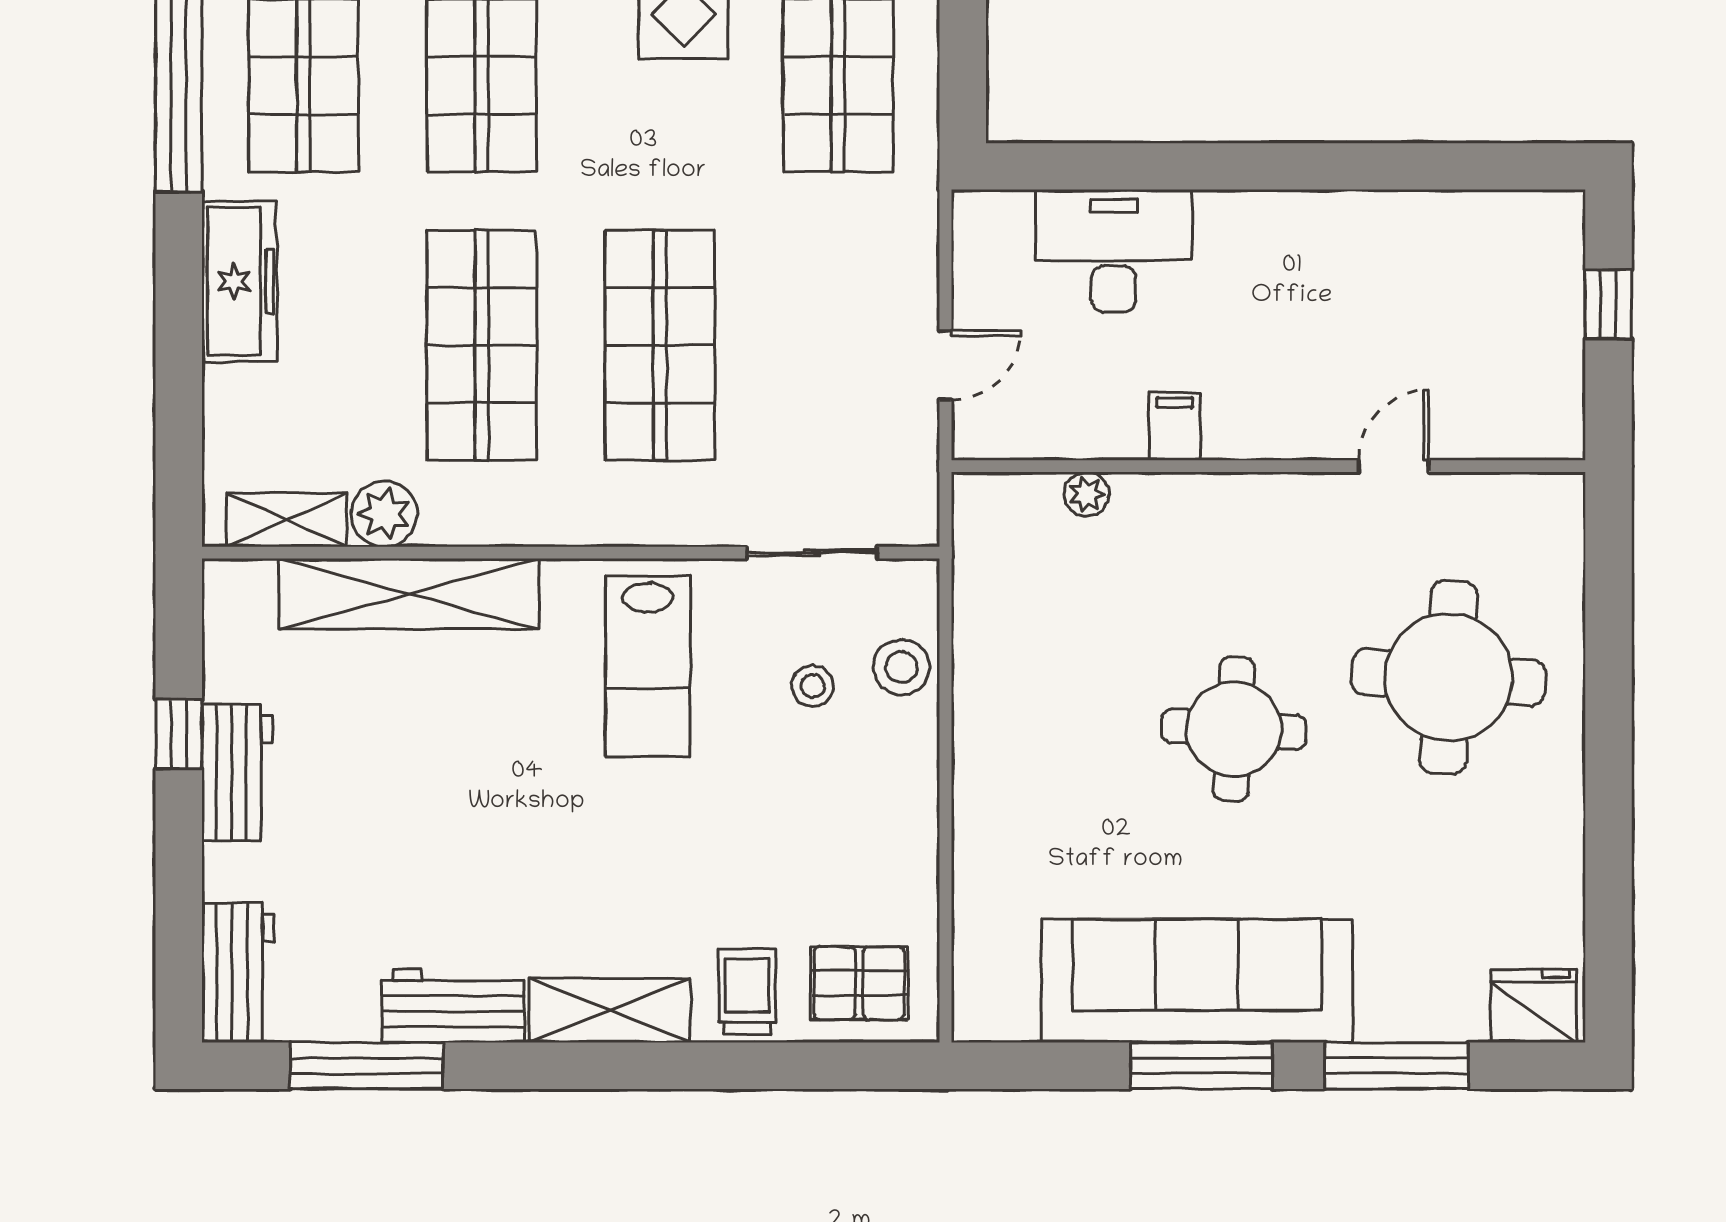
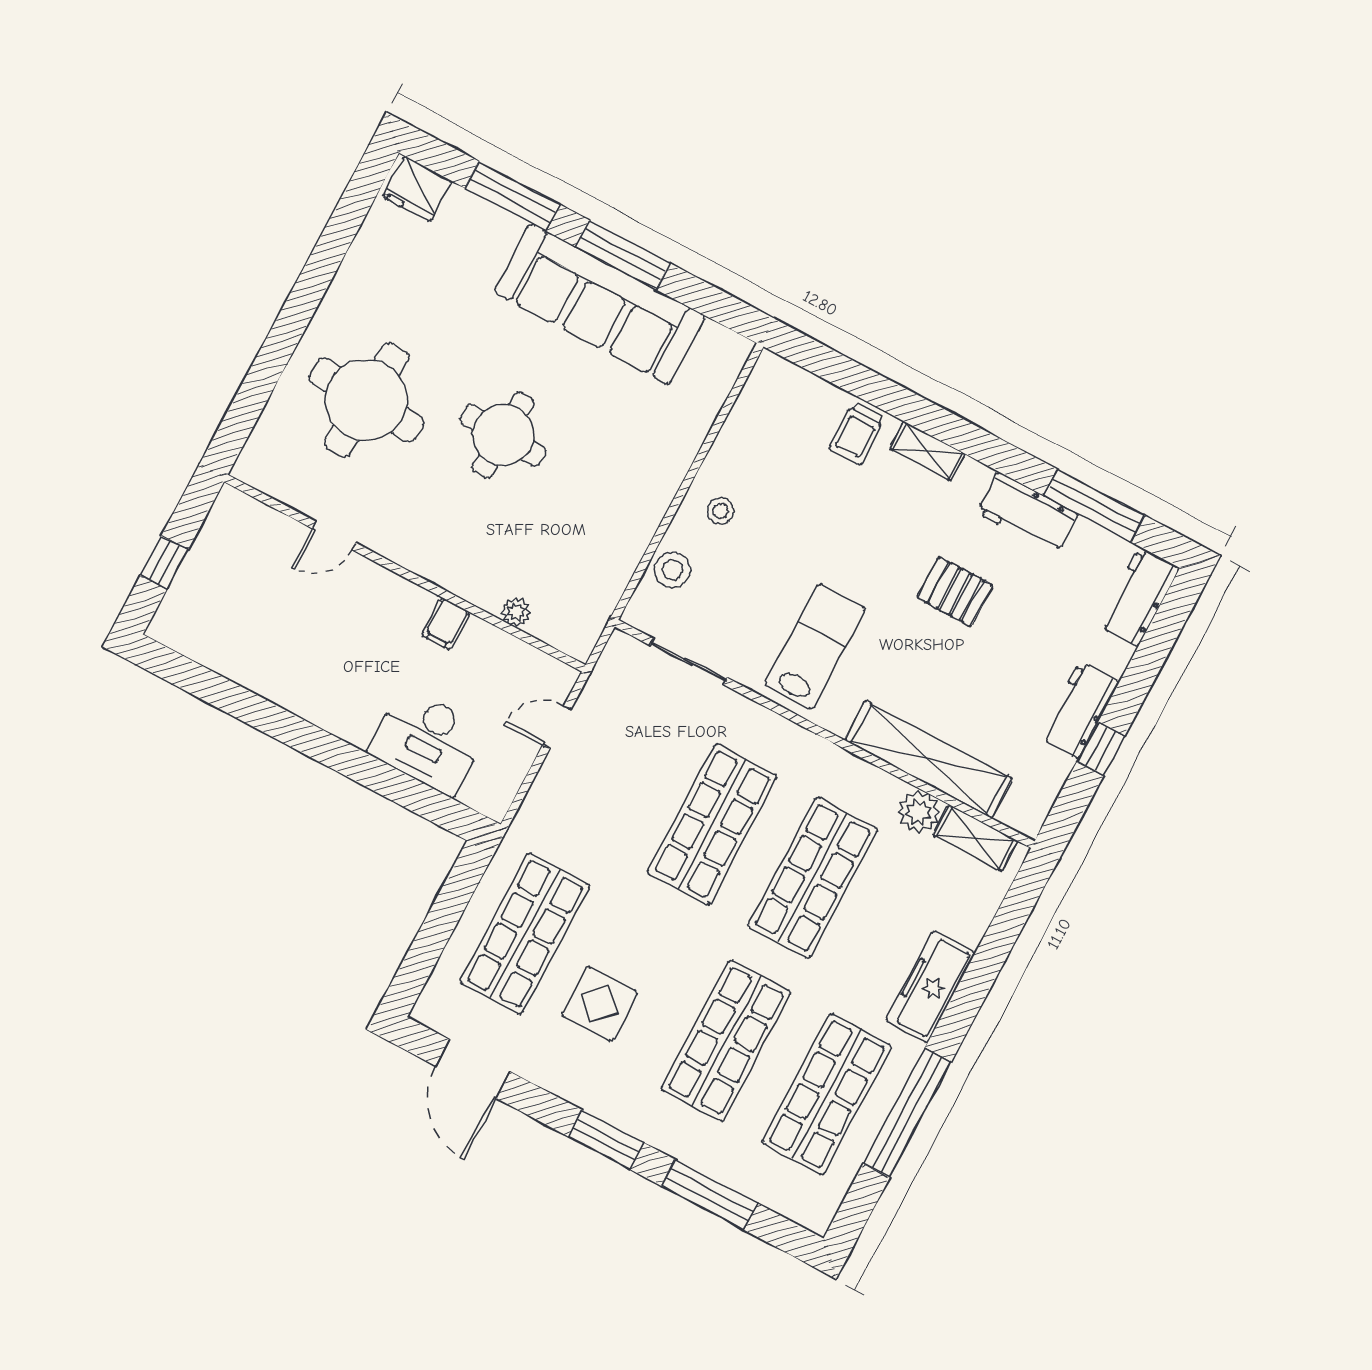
stool: (813, 686) -> (721, 511), moved
pallet: (859, 983) -> (955, 592), moved
shelving: (610, 1010) -> (927, 451), width x0.67, depth x0.75

